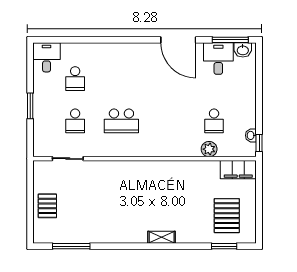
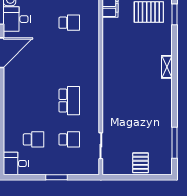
plant: (209, 149) -> (93, 27), removed
pallet: (47, 206) -> (141, 163), turned 90

